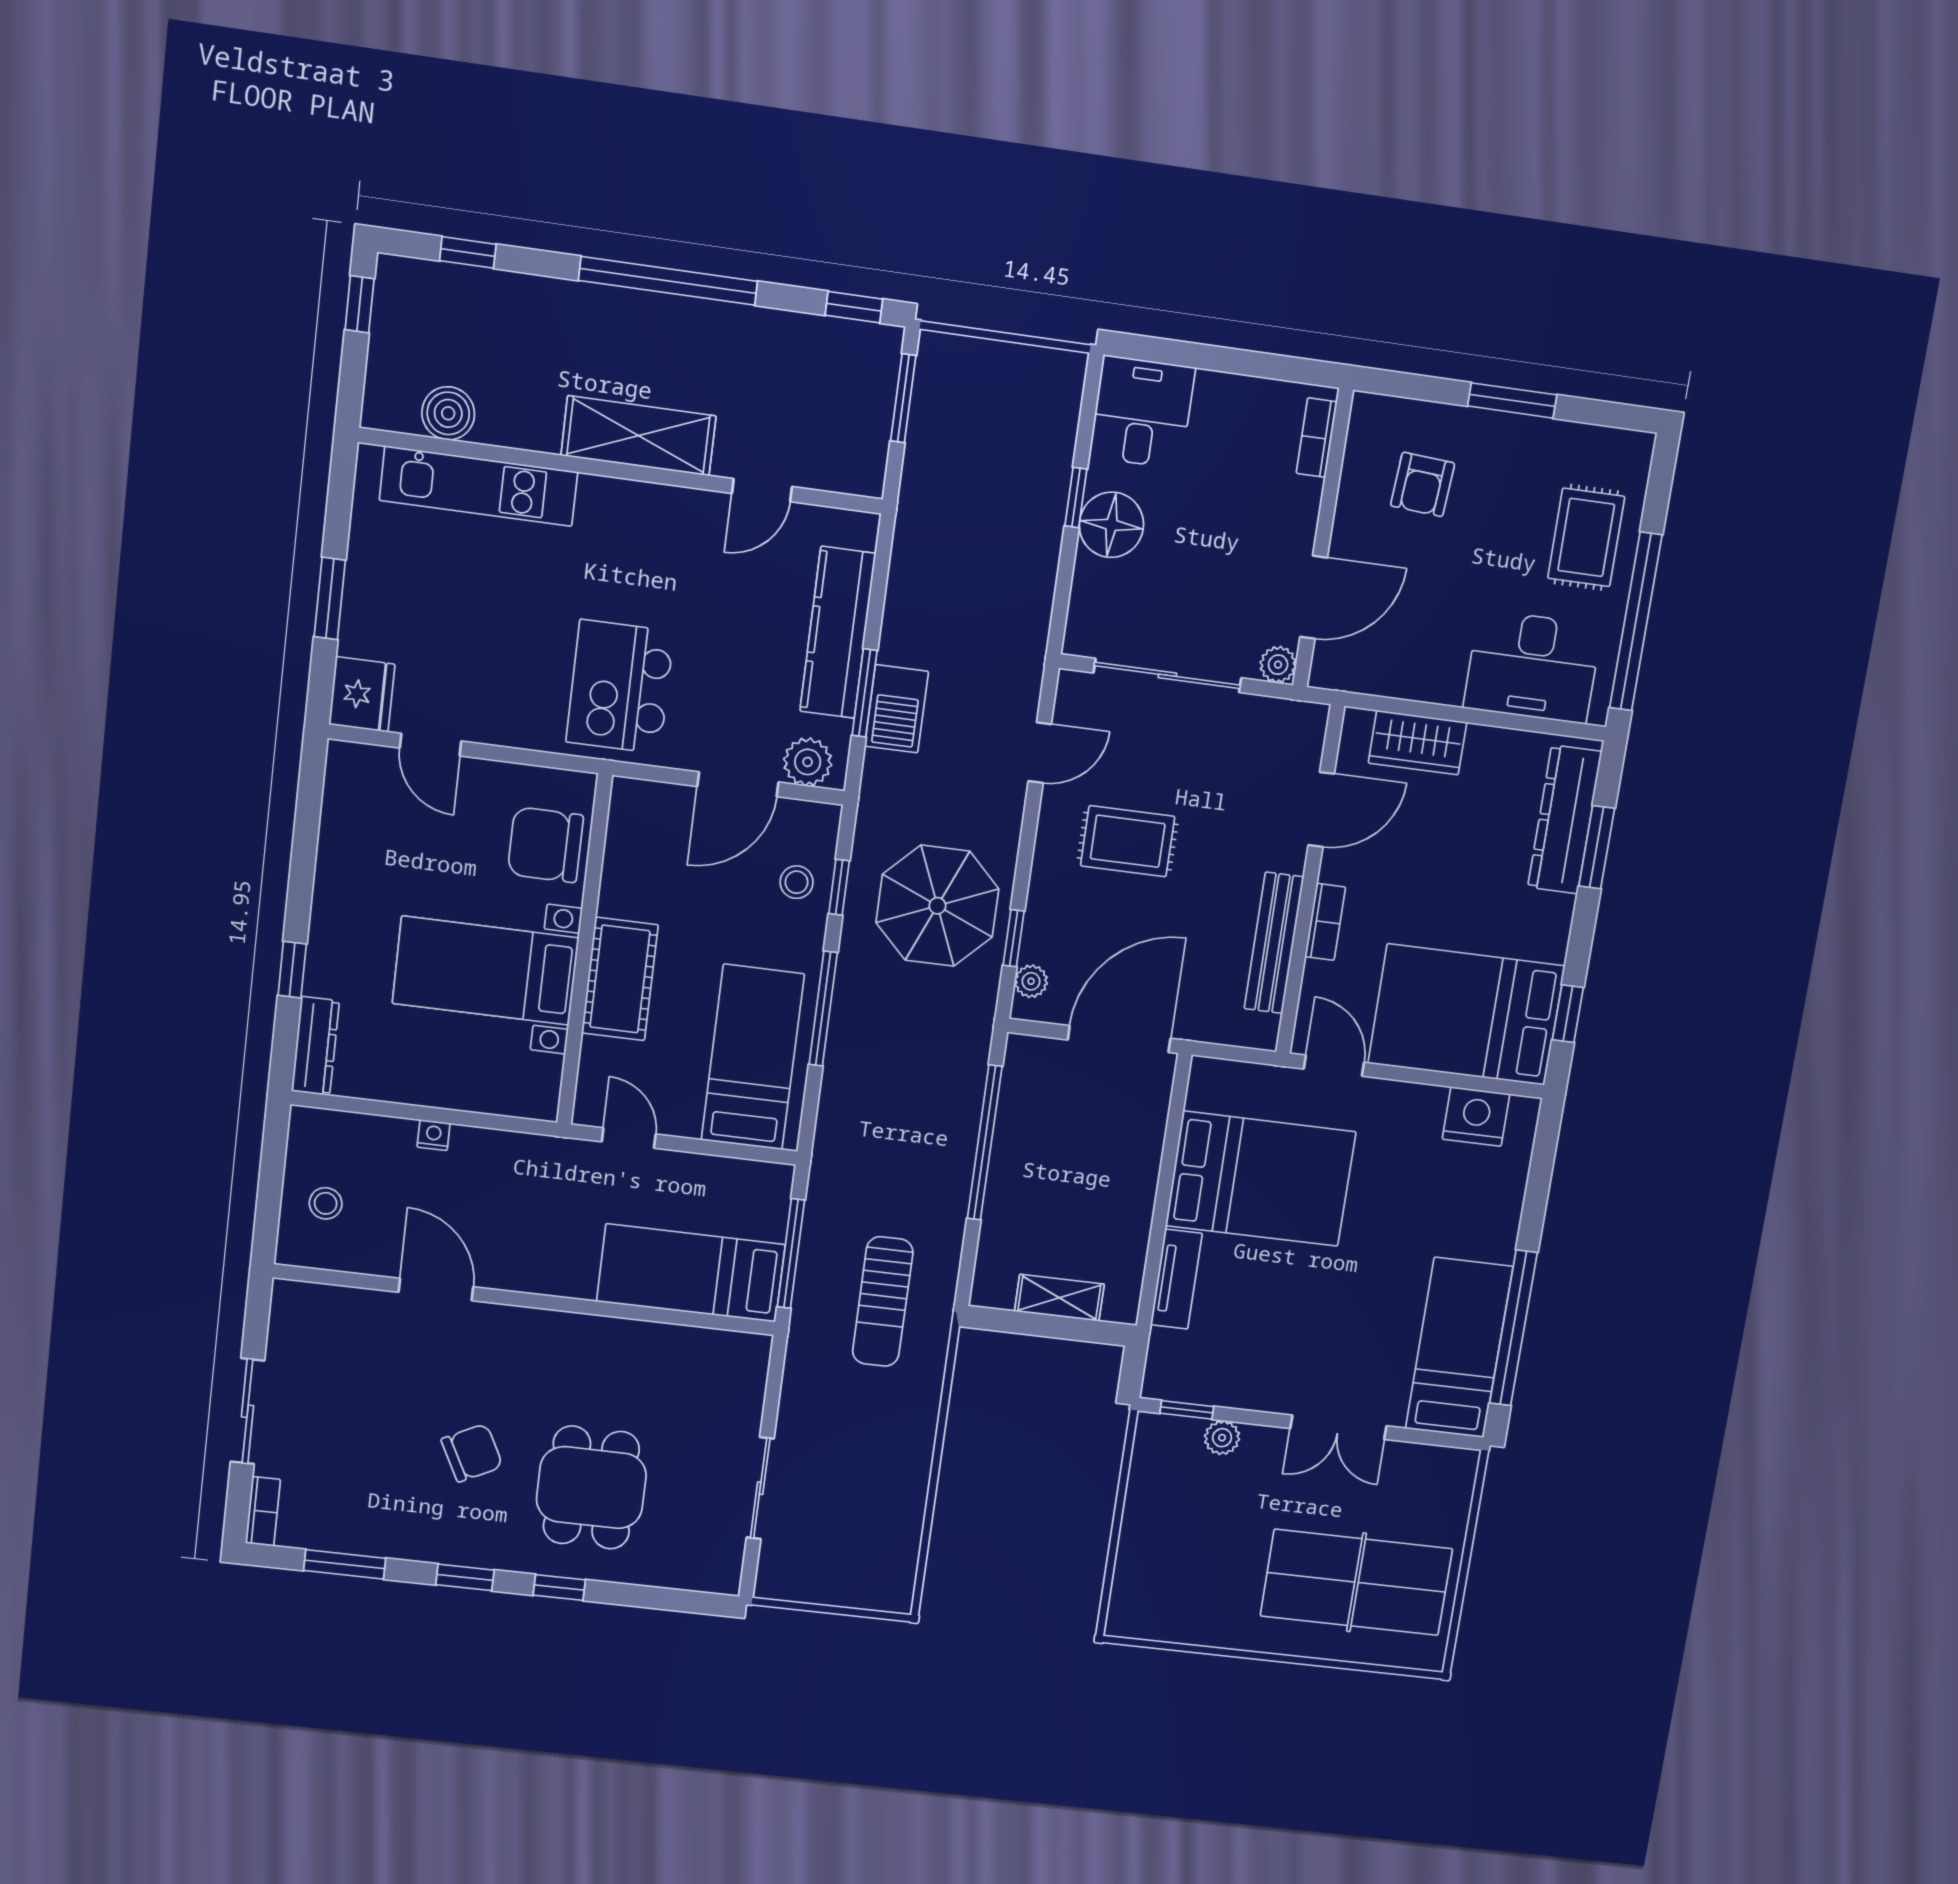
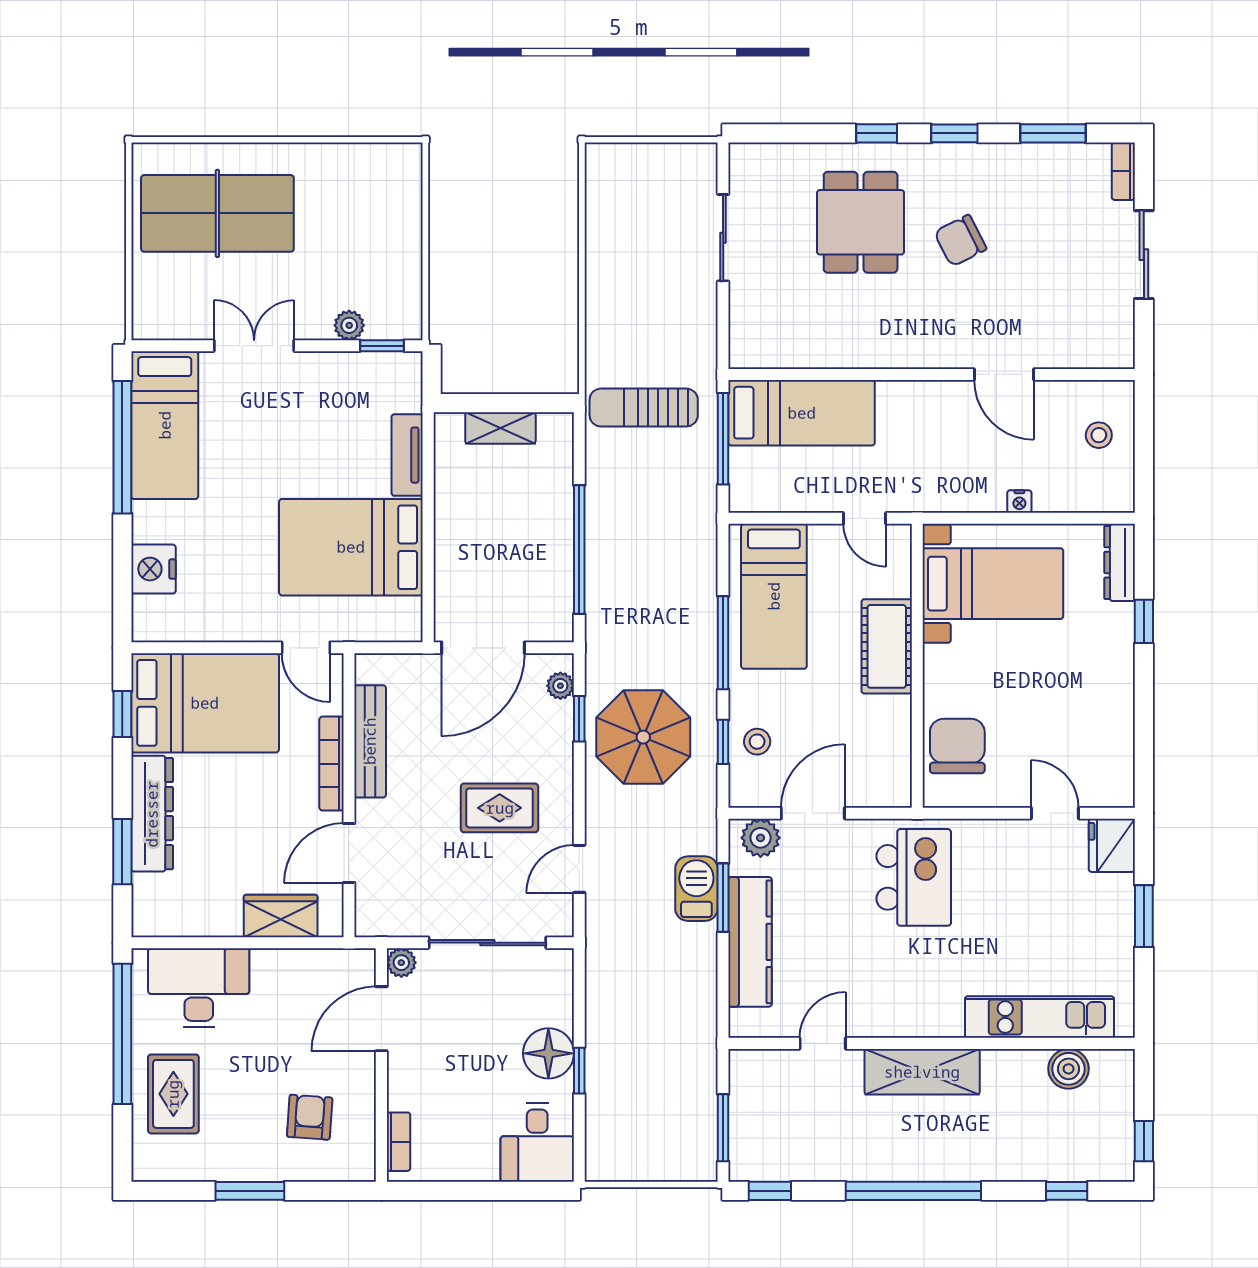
dresser: (1565, 820) -> (152, 814), moved
chair: (545, 845) -> (957, 746), turned -90
bookcase: (1325, 922) -> (332, 764), width x1.56
bed with nightstands: (486, 971) -> (993, 584), moved
nightstand: (1476, 1117) -> (153, 569), moved, turned 90
sun lounger: (883, 1302) -> (644, 408), turned -90

